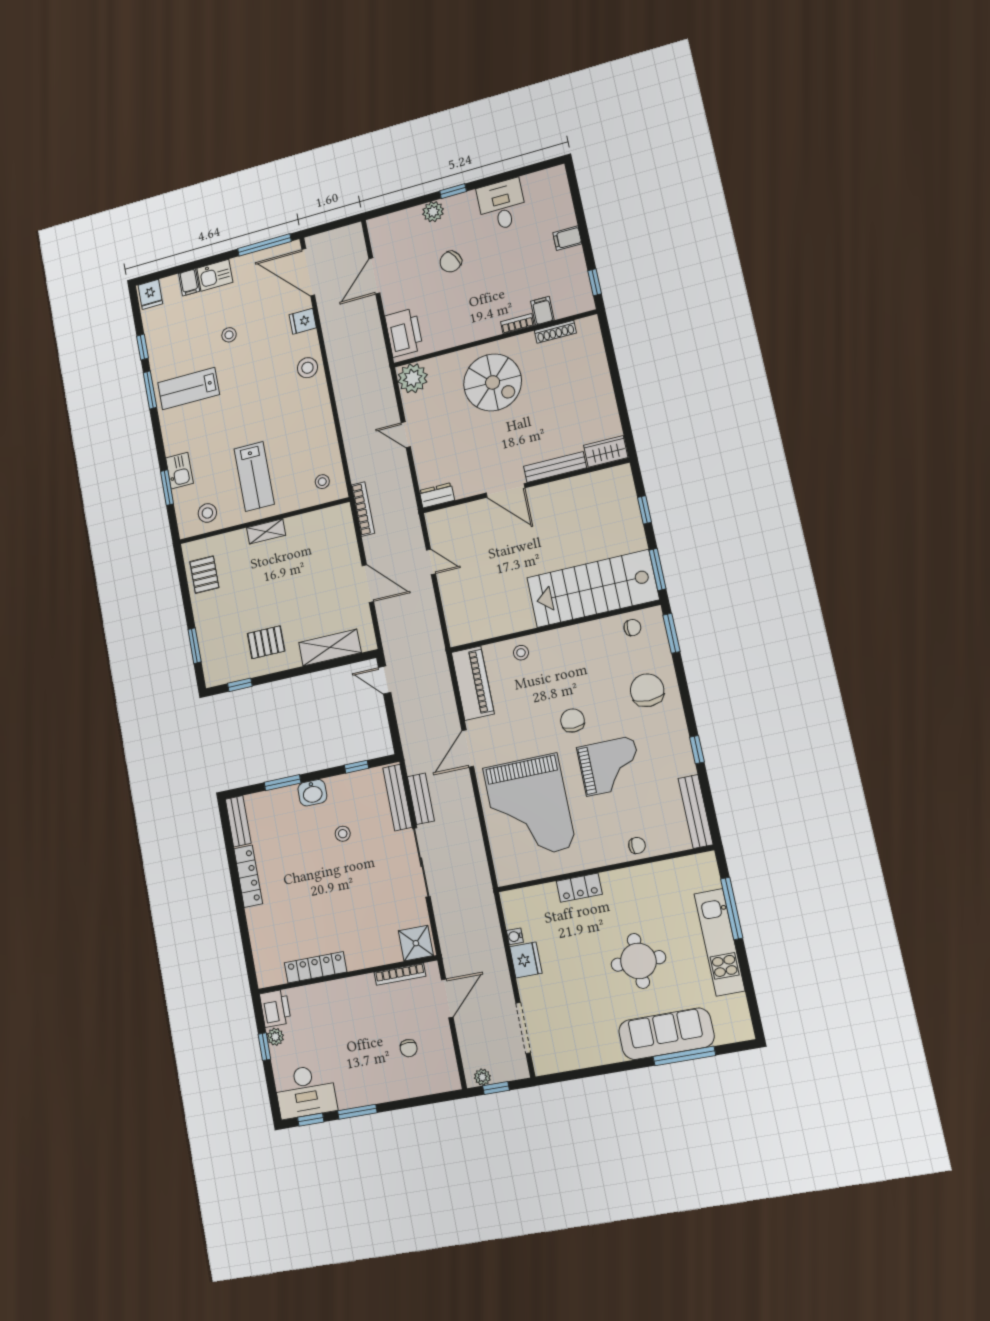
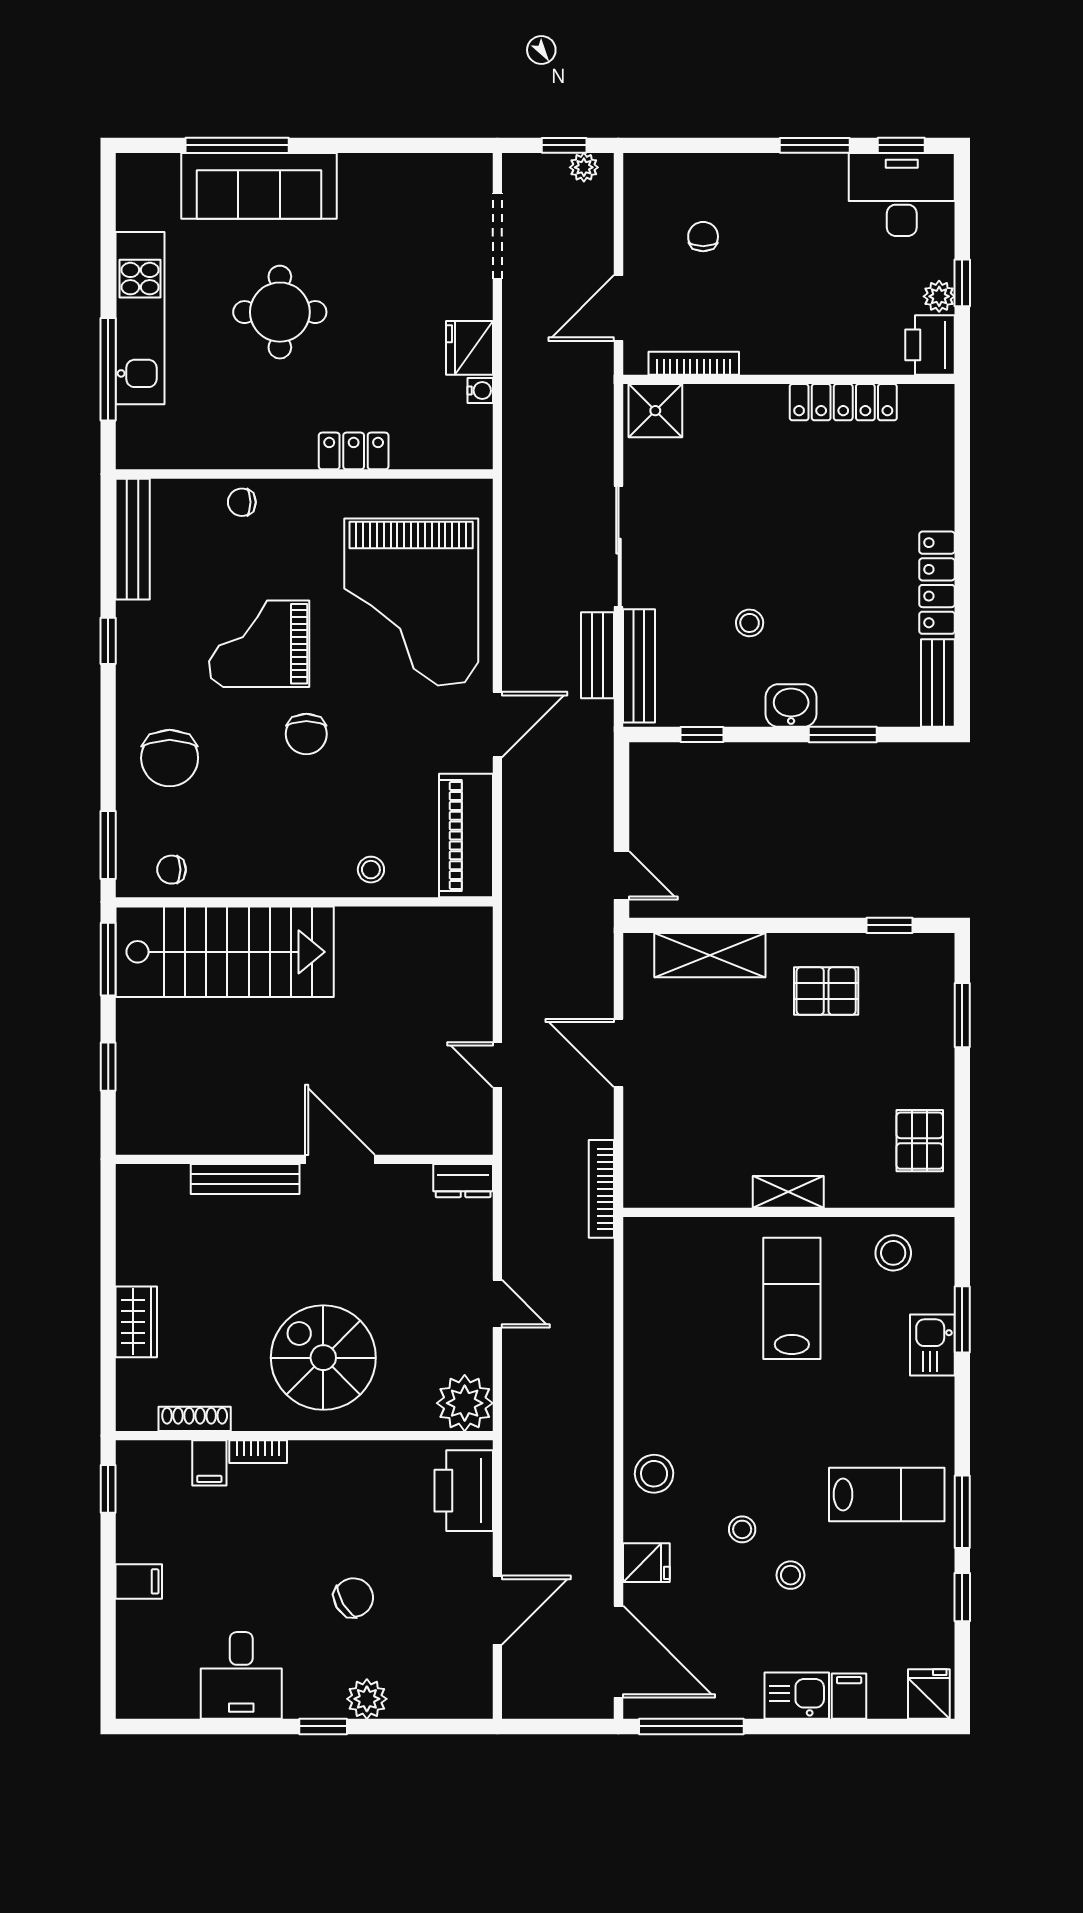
wardrobe: (606, 451) -> (136, 1322), moved, turned -90
stool: (322, 482) -> (742, 1529), moved
grand piano: (529, 808) -> (411, 602), turned 180

